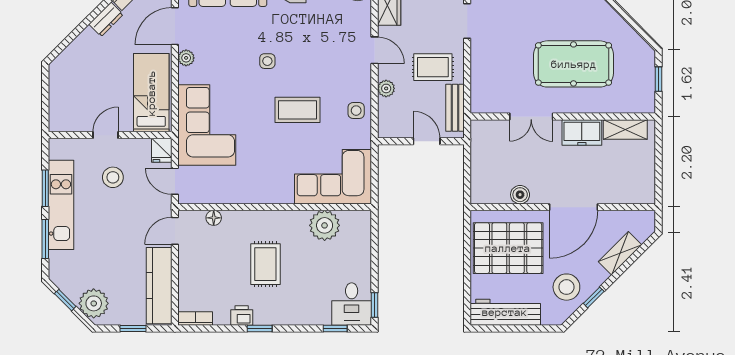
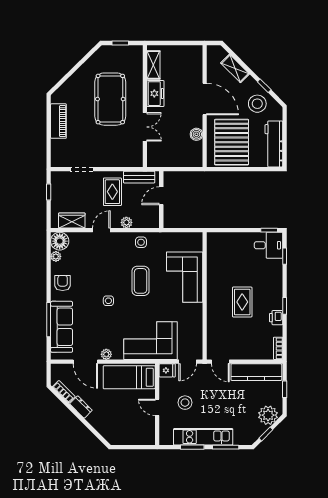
corner sofa: (333, 177) -> (185, 277), moved
floor lamp: (214, 218) -> (212, 336), removed
plant: (325, 225) -> (217, 263), removed
rug: (265, 264) -> (242, 302), turned 90

